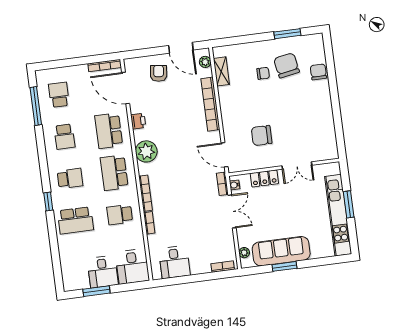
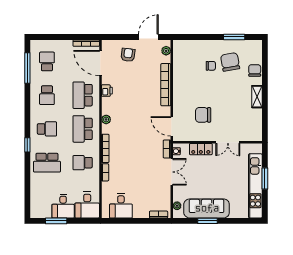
door: (181, 48) -> (148, 37), swing flipped
shelving: (221, 71) -> (257, 97), moved
plant: (146, 151) -> (106, 119), width x0.53, depth x0.53

